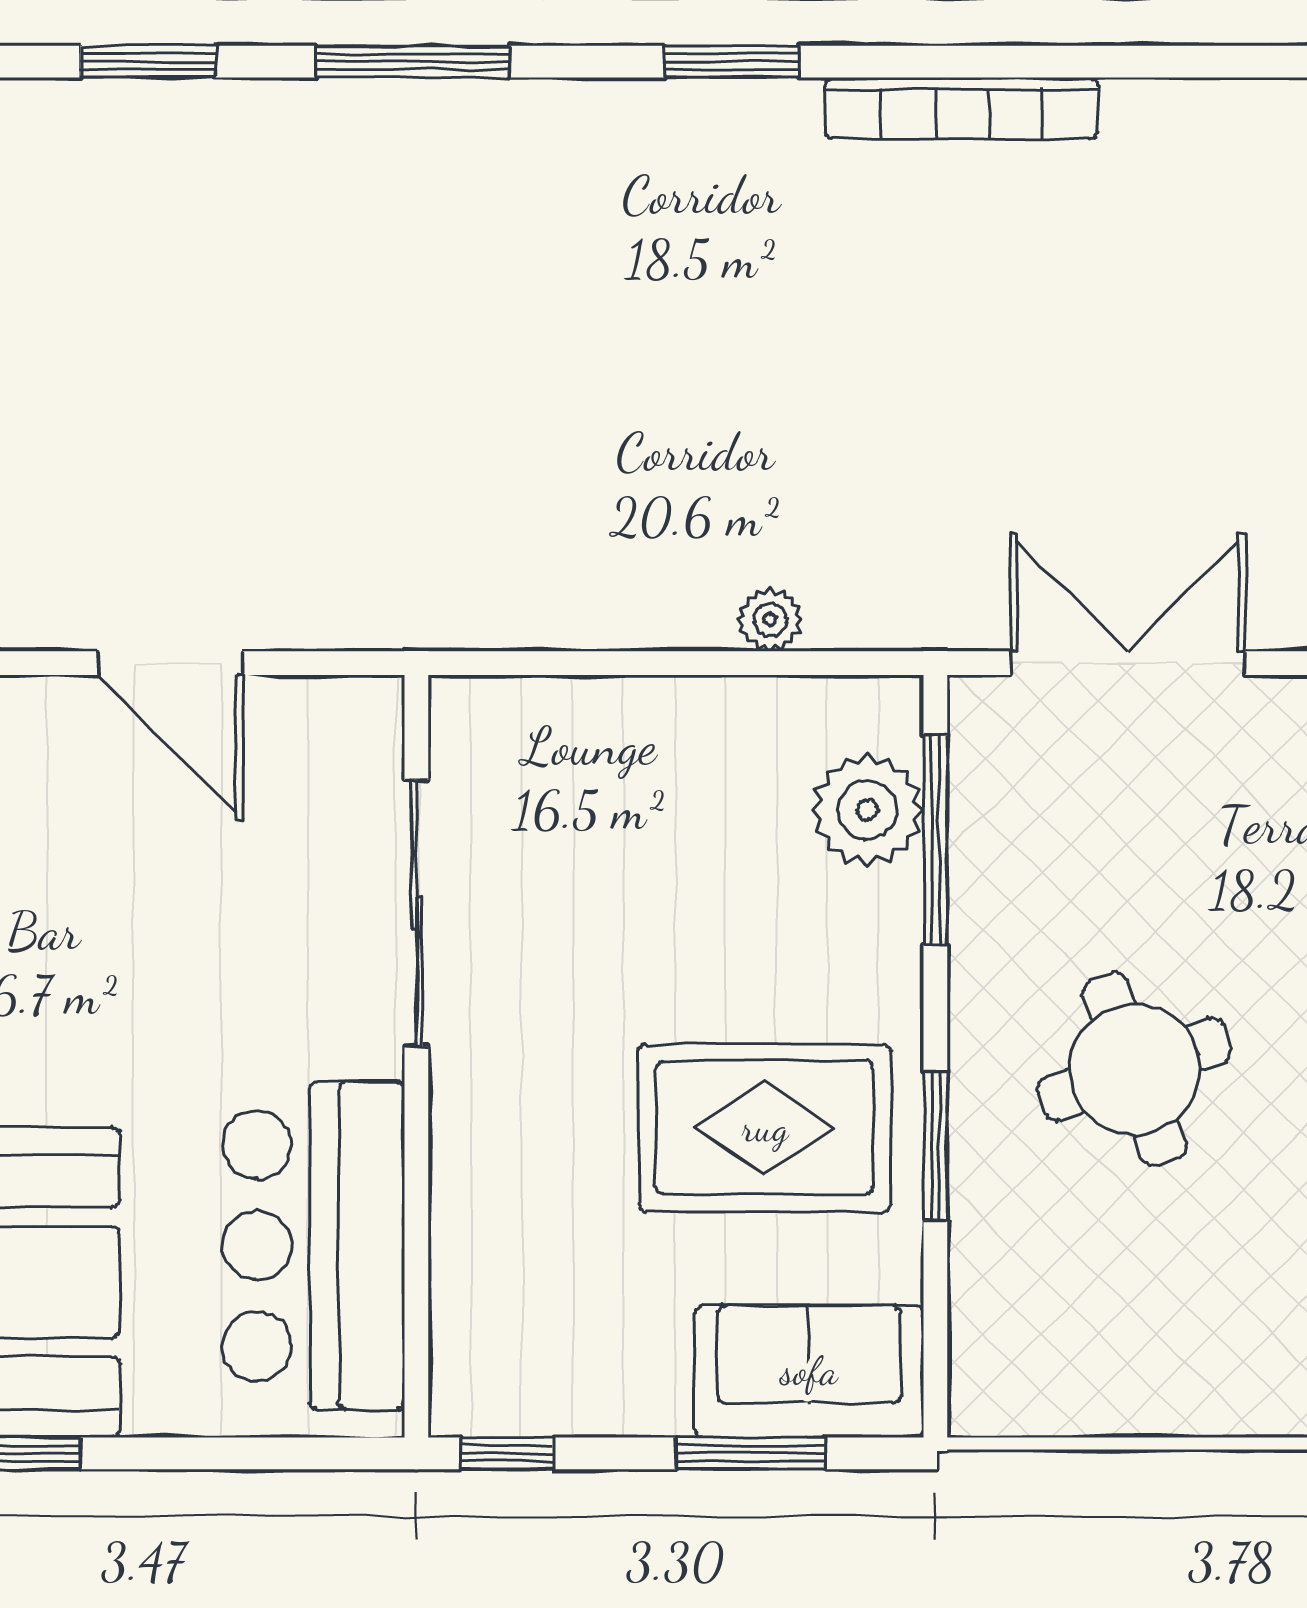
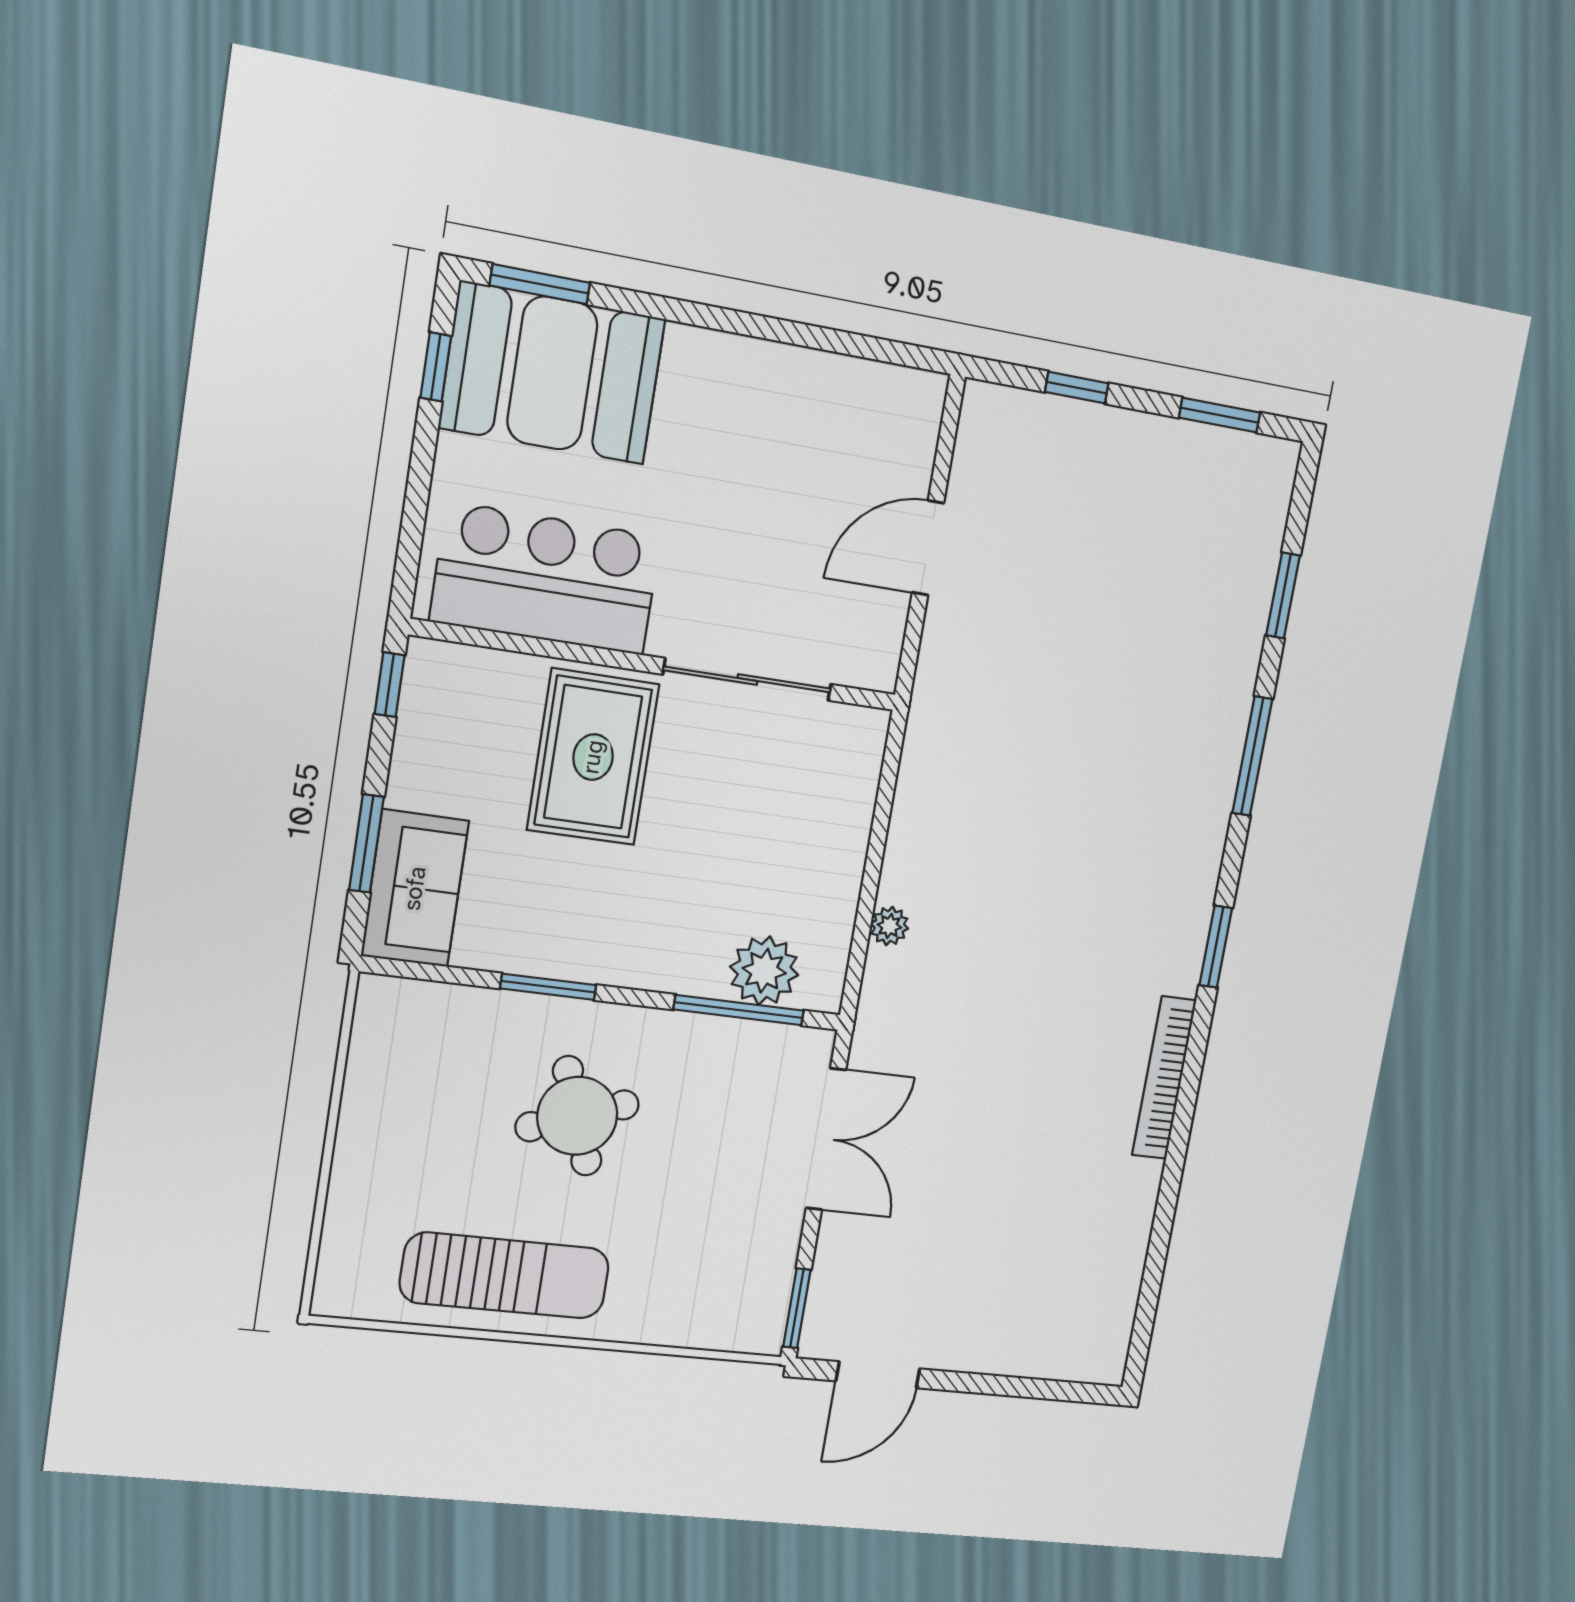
rug: (765, 1128) -> (593, 757), moved

